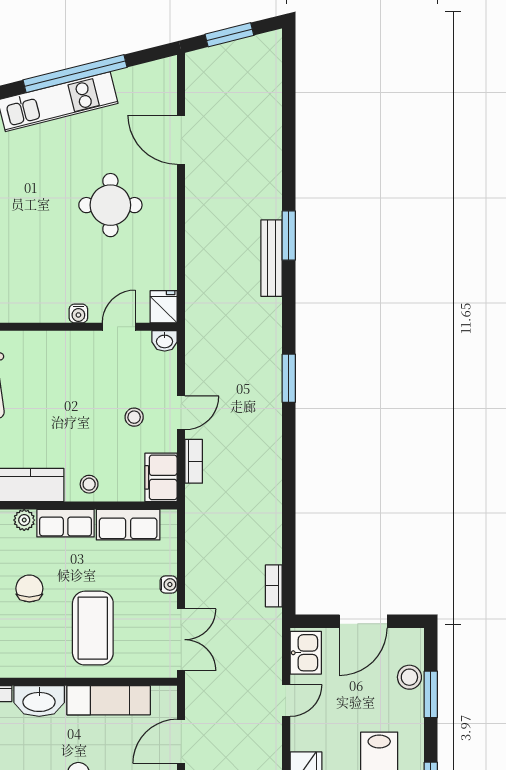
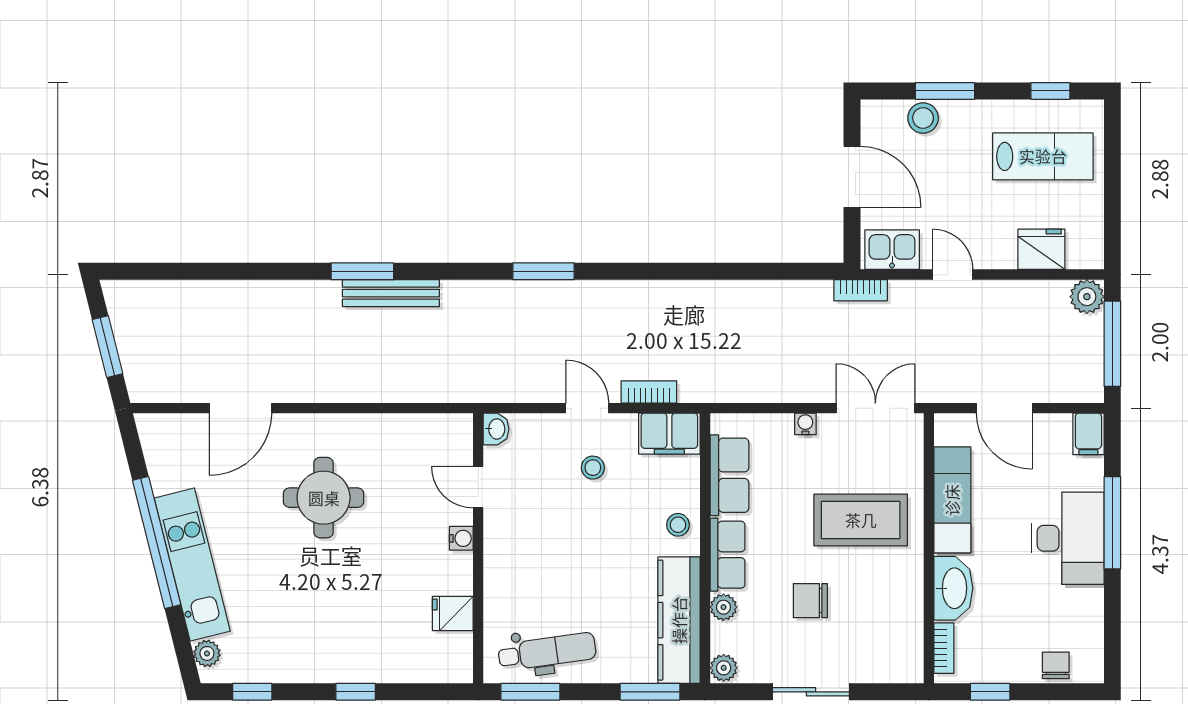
fridge: (164, 307) -> (453, 613), moved
bookcase: (274, 586) -> (861, 290), moved

